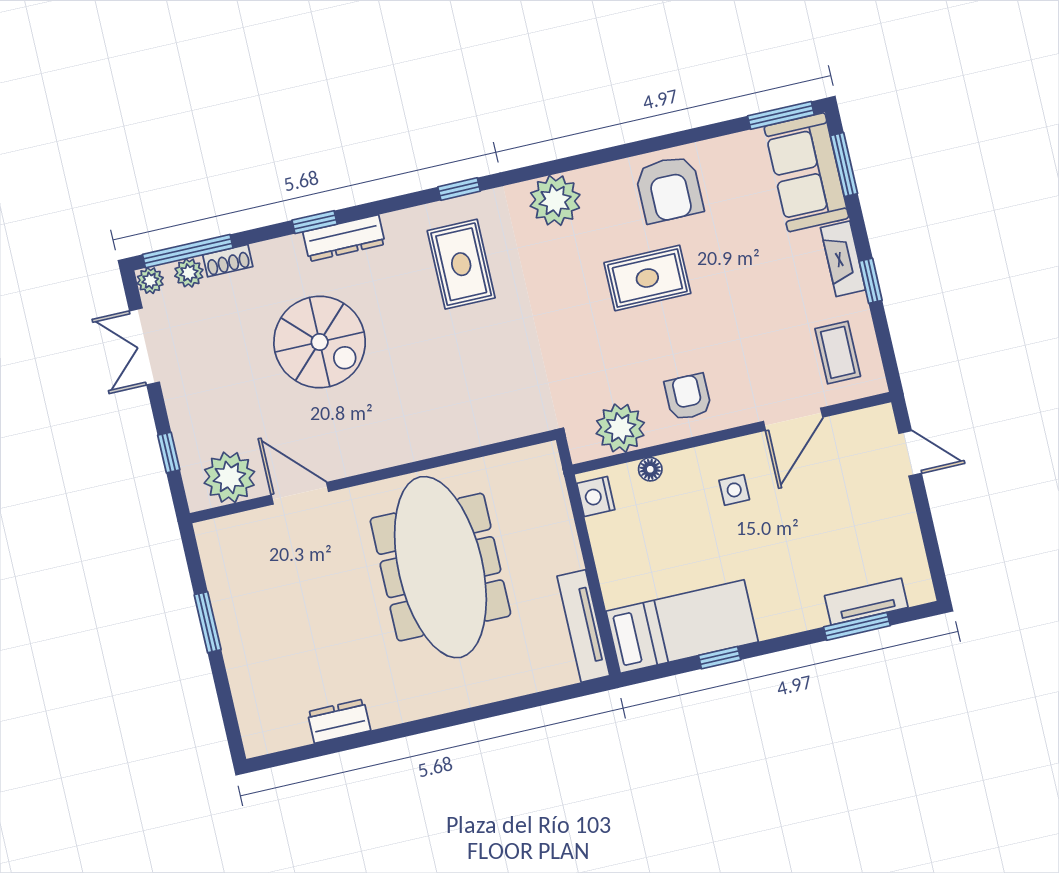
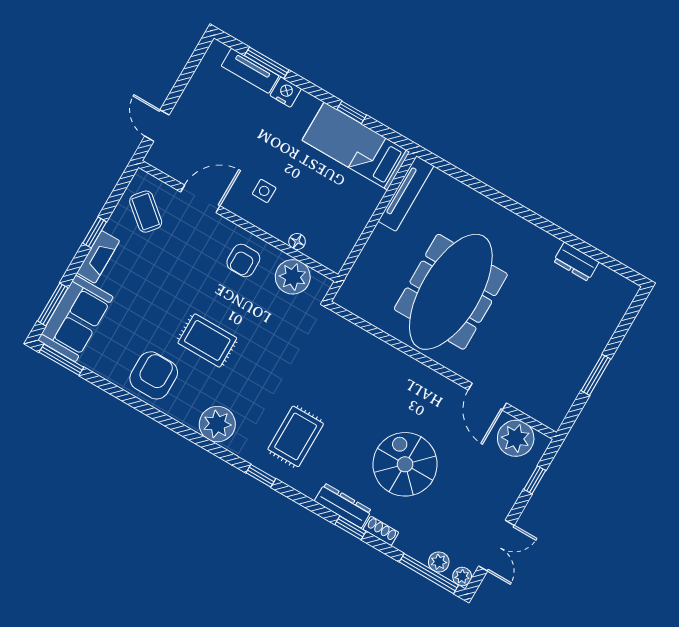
shoe rack: (228, 261) -> (381, 531), moved
coffee table: (838, 352) -> (146, 212), turned -50
nightstand: (596, 496) -> (286, 92), moved, turned -90

